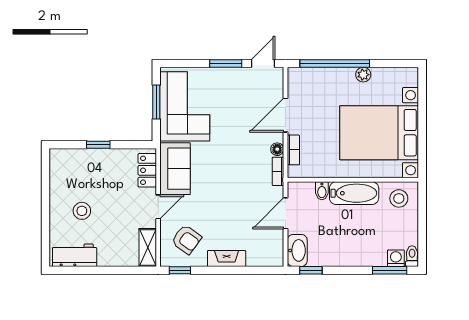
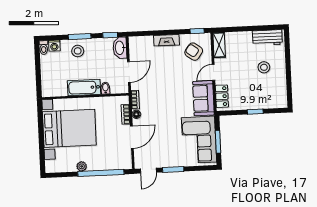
stool: (399, 198) -> (78, 51), moved
window: (390, 270) -> (80, 37), moved

